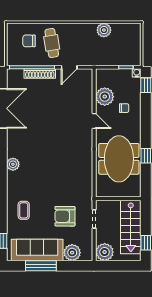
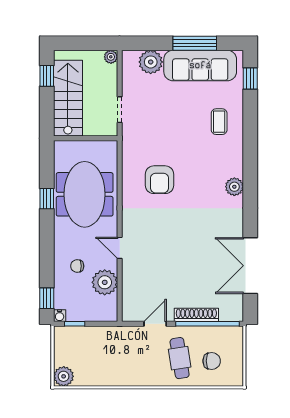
plant: (104, 30) -> (64, 376), moved
armchair: (65, 216) -> (160, 180), moved, turned 90
plant: (105, 252) -> (111, 57), width x0.53, depth x0.53

